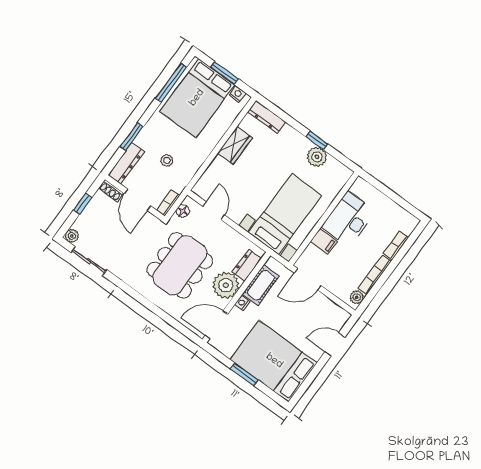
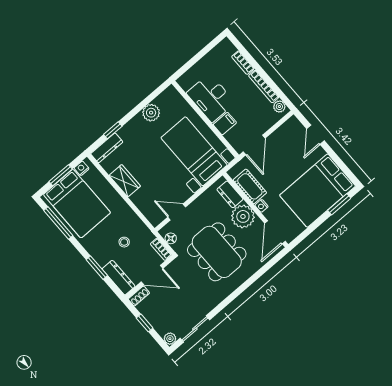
window: (317, 140) -> (113, 130), moved
window: (244, 374) -> (339, 204), moved

